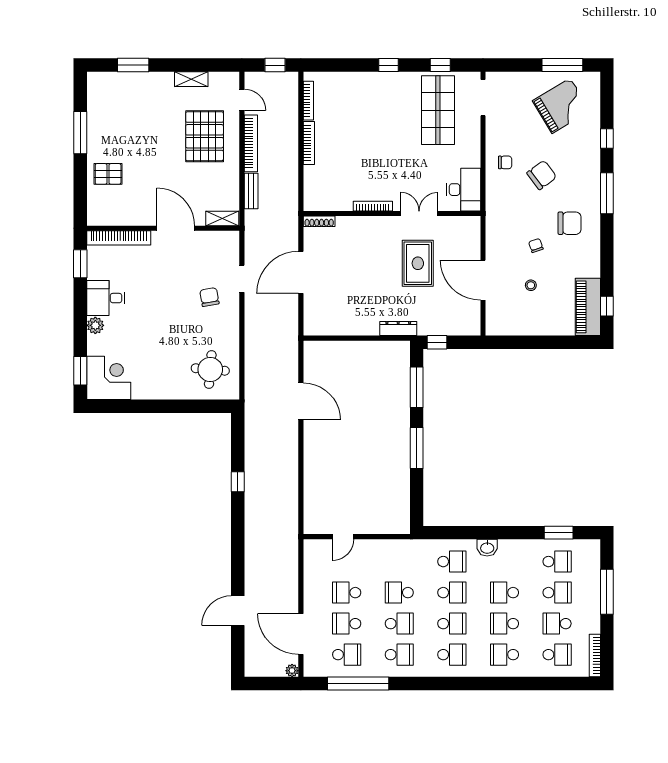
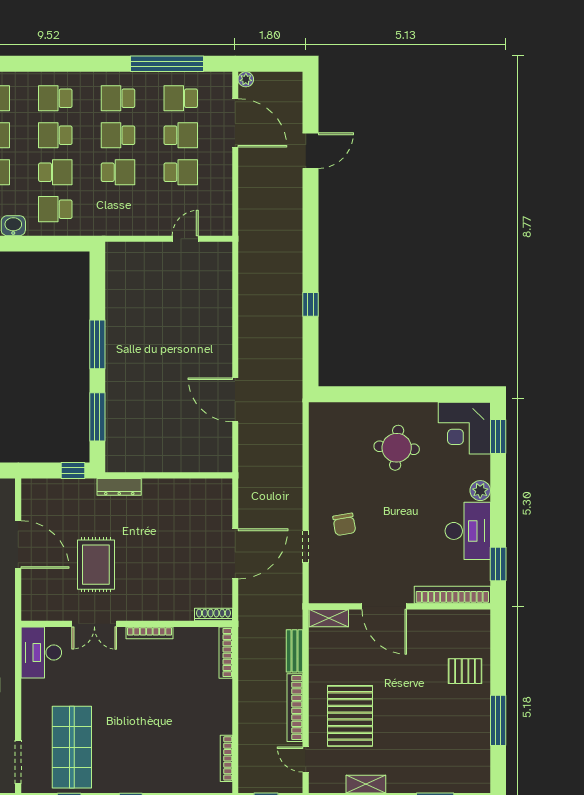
bookcase: (309, 143) -> (226, 653), moved
desk: (106, 298) -> (468, 531), width x1.37
round table: (210, 369) -> (397, 448), moved
school desk: (452, 593) -> (55, 172), turned 180

